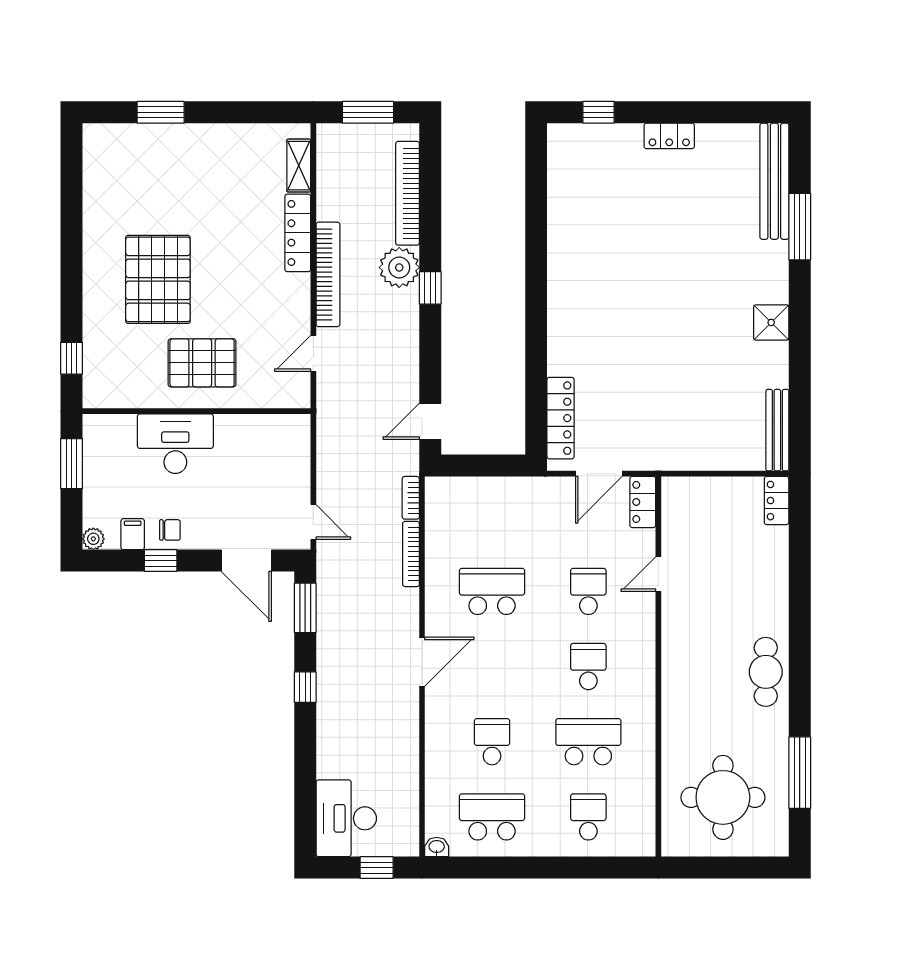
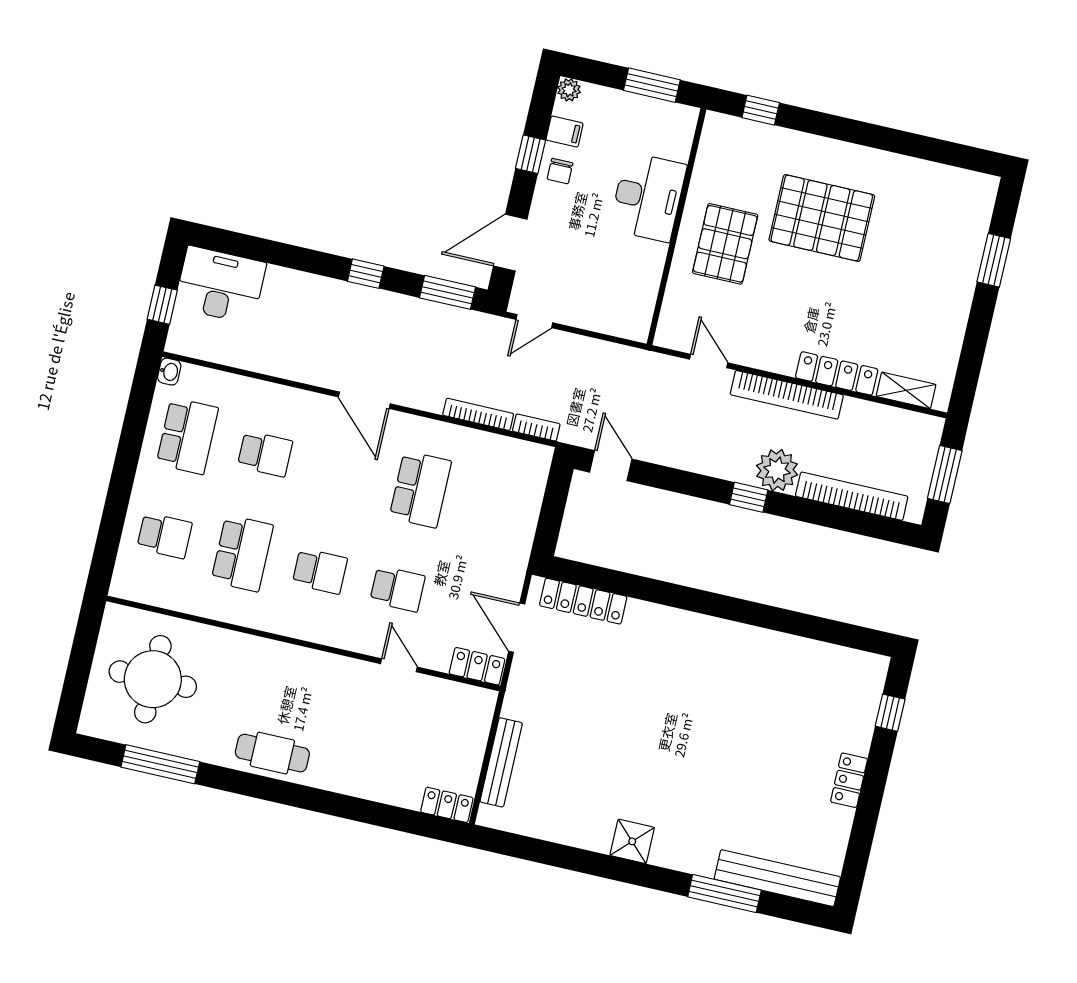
bench: (777, 430) -> (501, 762), moved, turned 90

